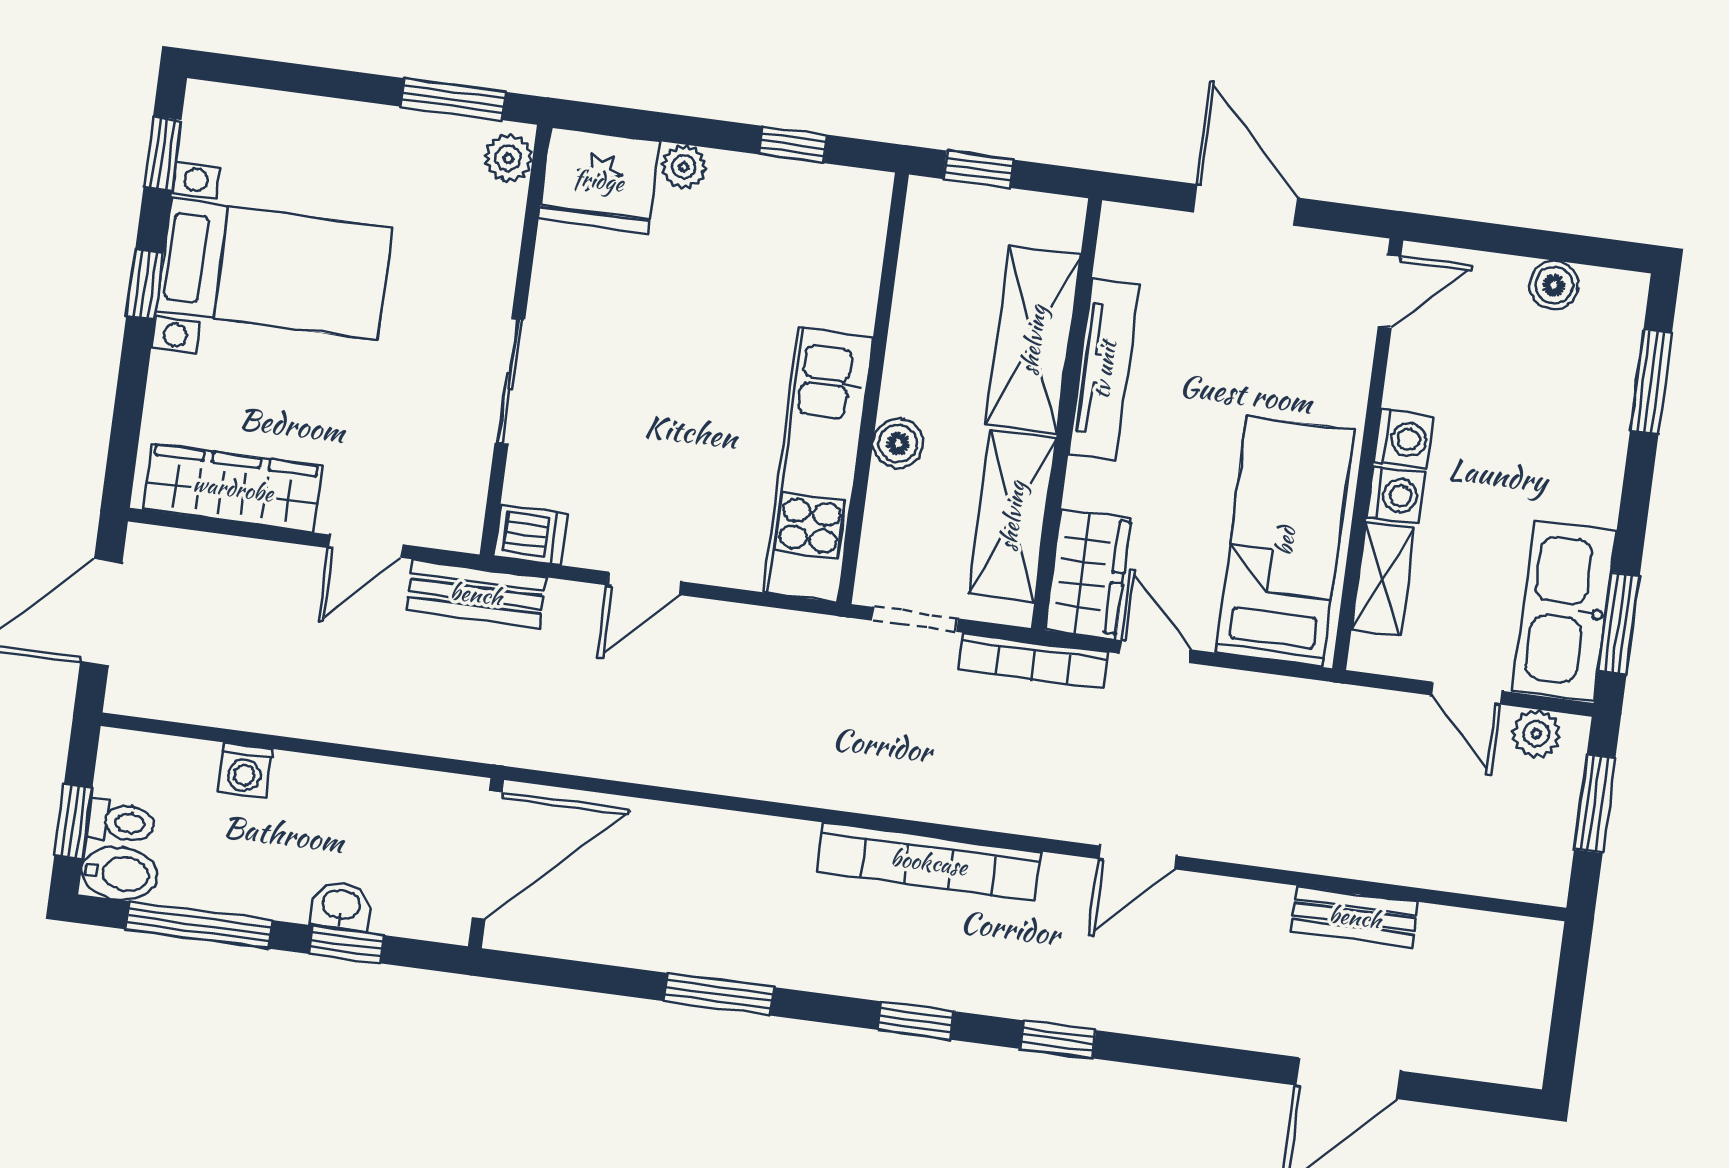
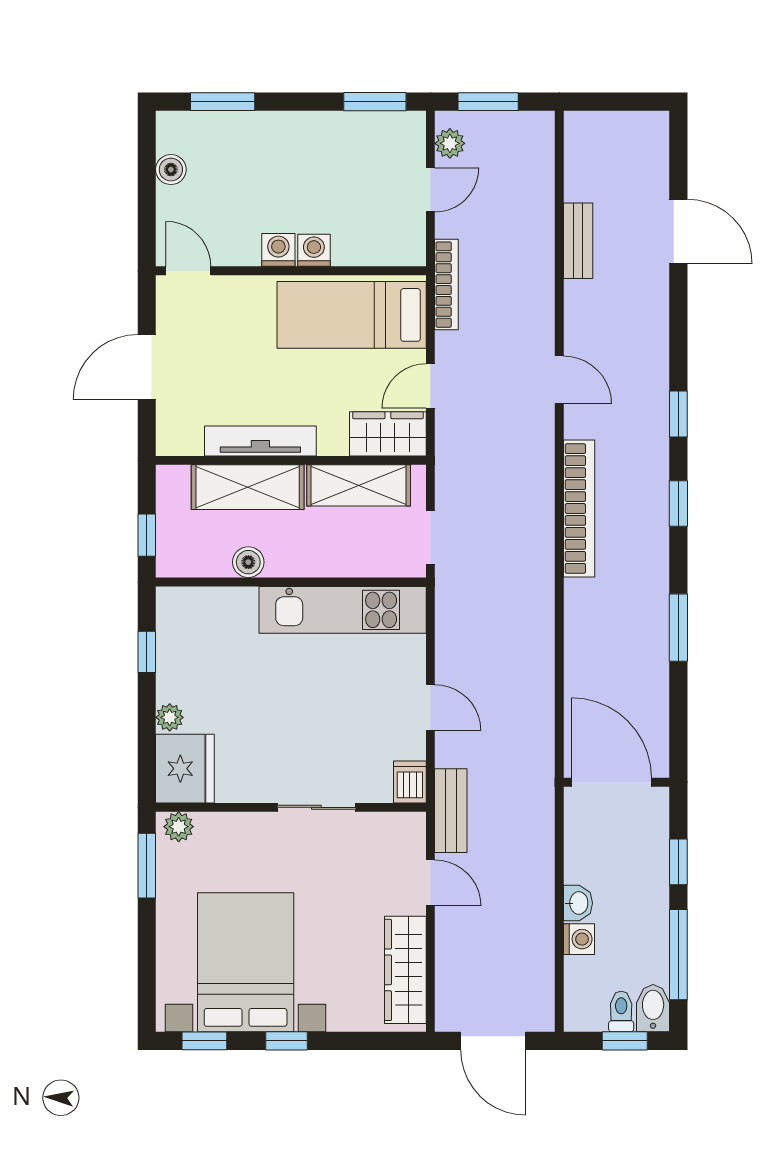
bed with nightstands: (274, 269) -> (246, 962), width x1.36
boiler: (898, 443) -> (248, 562), moved
shelving: (1383, 579) -> (367, 251), removed
kitchen sink: (1564, 610) -> (371, 136), removed
bookcase: (1034, 661) -> (446, 285), moved
washbasin: (341, 906) -> (578, 903), moved, turned 180

